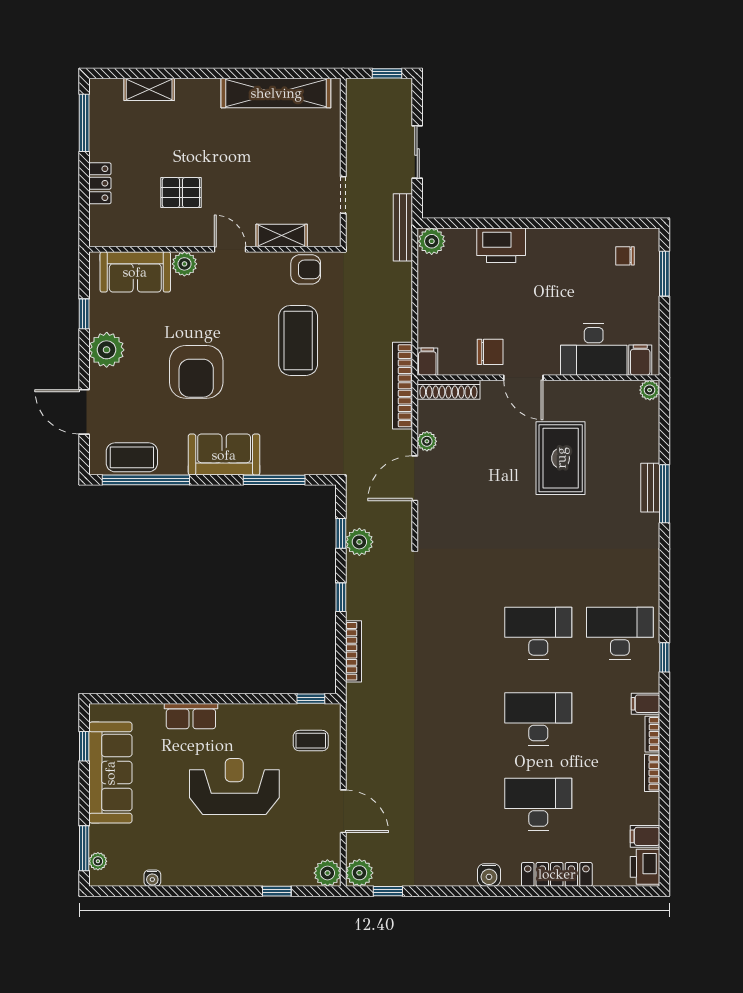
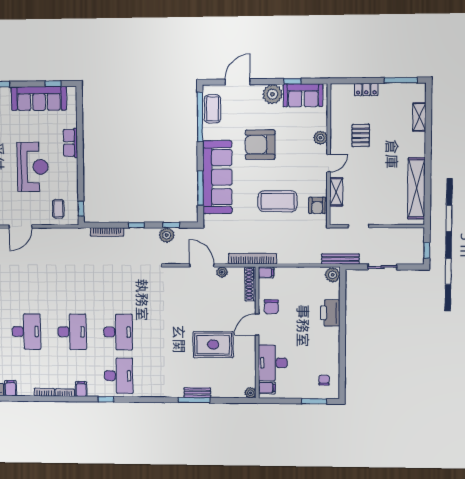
sofa: (135, 272) -> (303, 95), moved, turned -90
sofa: (224, 455) -> (217, 177), width x1.85, depth x1.27

